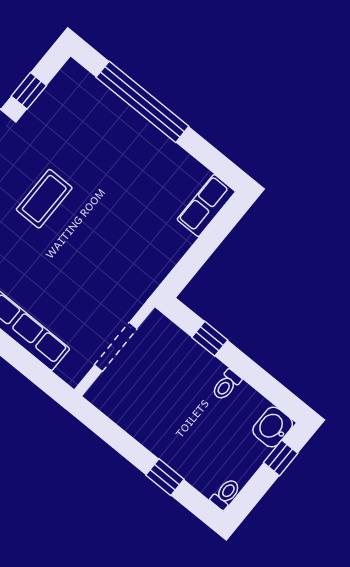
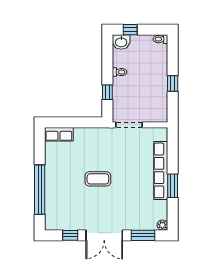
coffee table: (44, 199) -> (98, 179), moved
doorway: (116, 347) -> (129, 125), moved
window: (165, 477) -> (173, 83), moved

